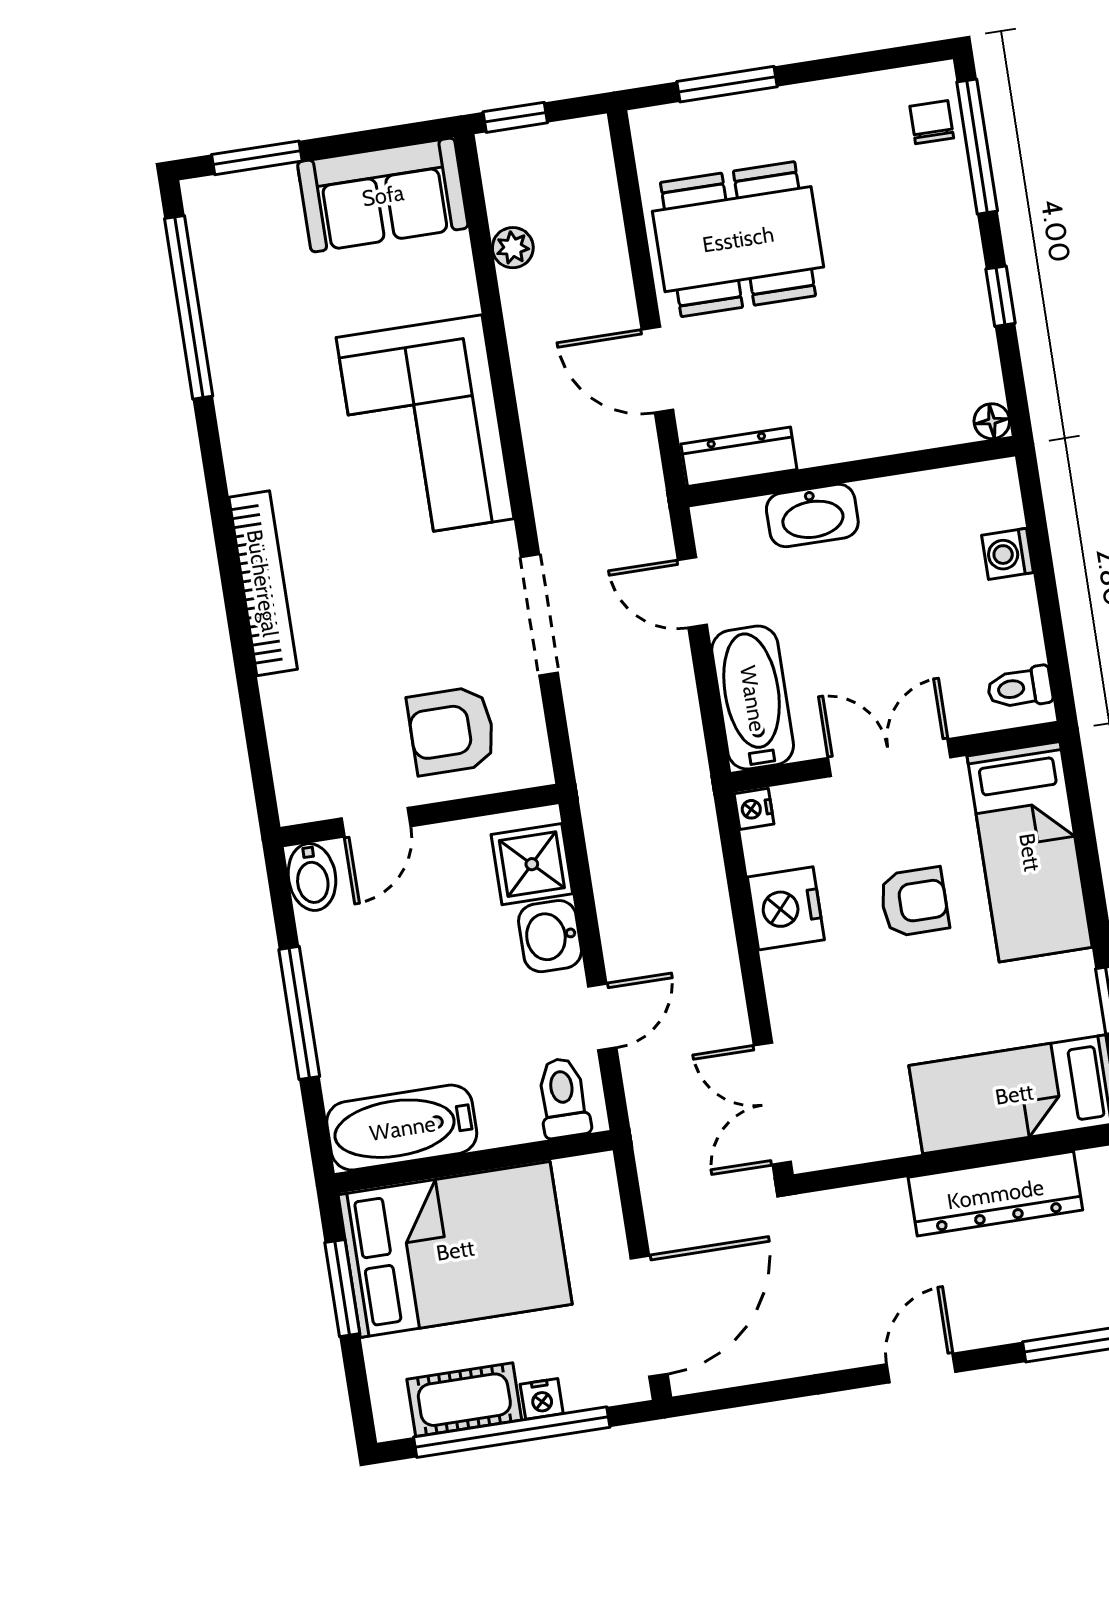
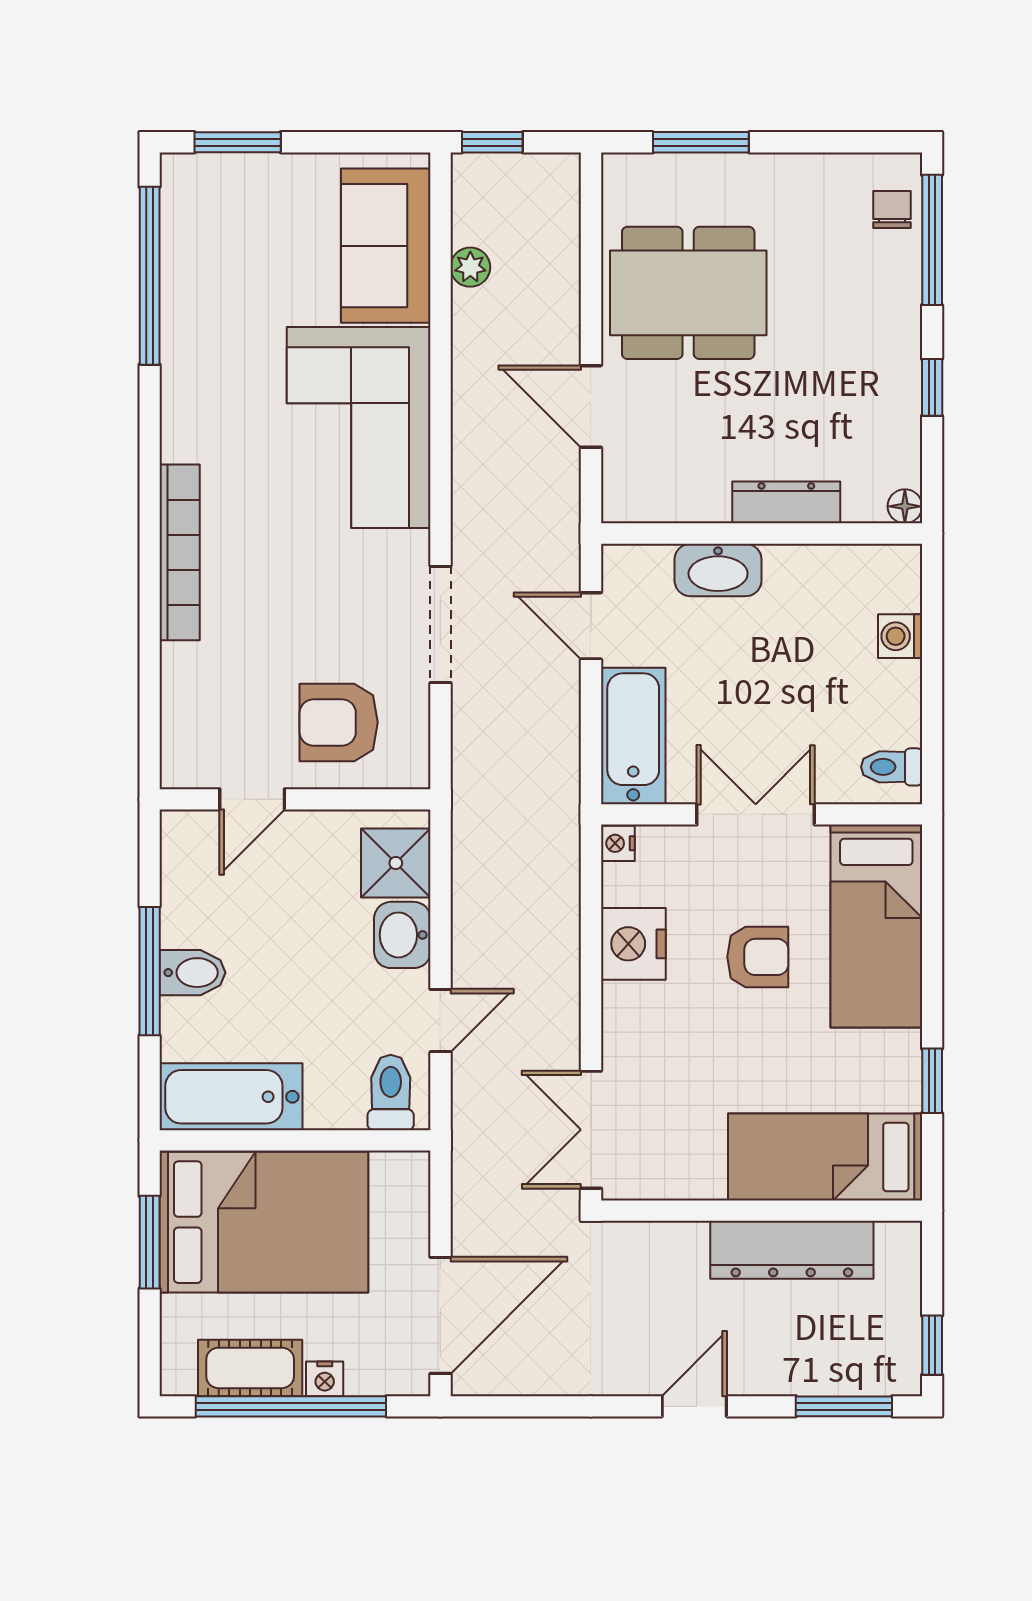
sofa: (383, 195) -> (386, 246), moved, turned 90
dresser: (739, 457) -> (786, 502), moved
bidet: (312, 877) -> (193, 973), moved, turned -90

